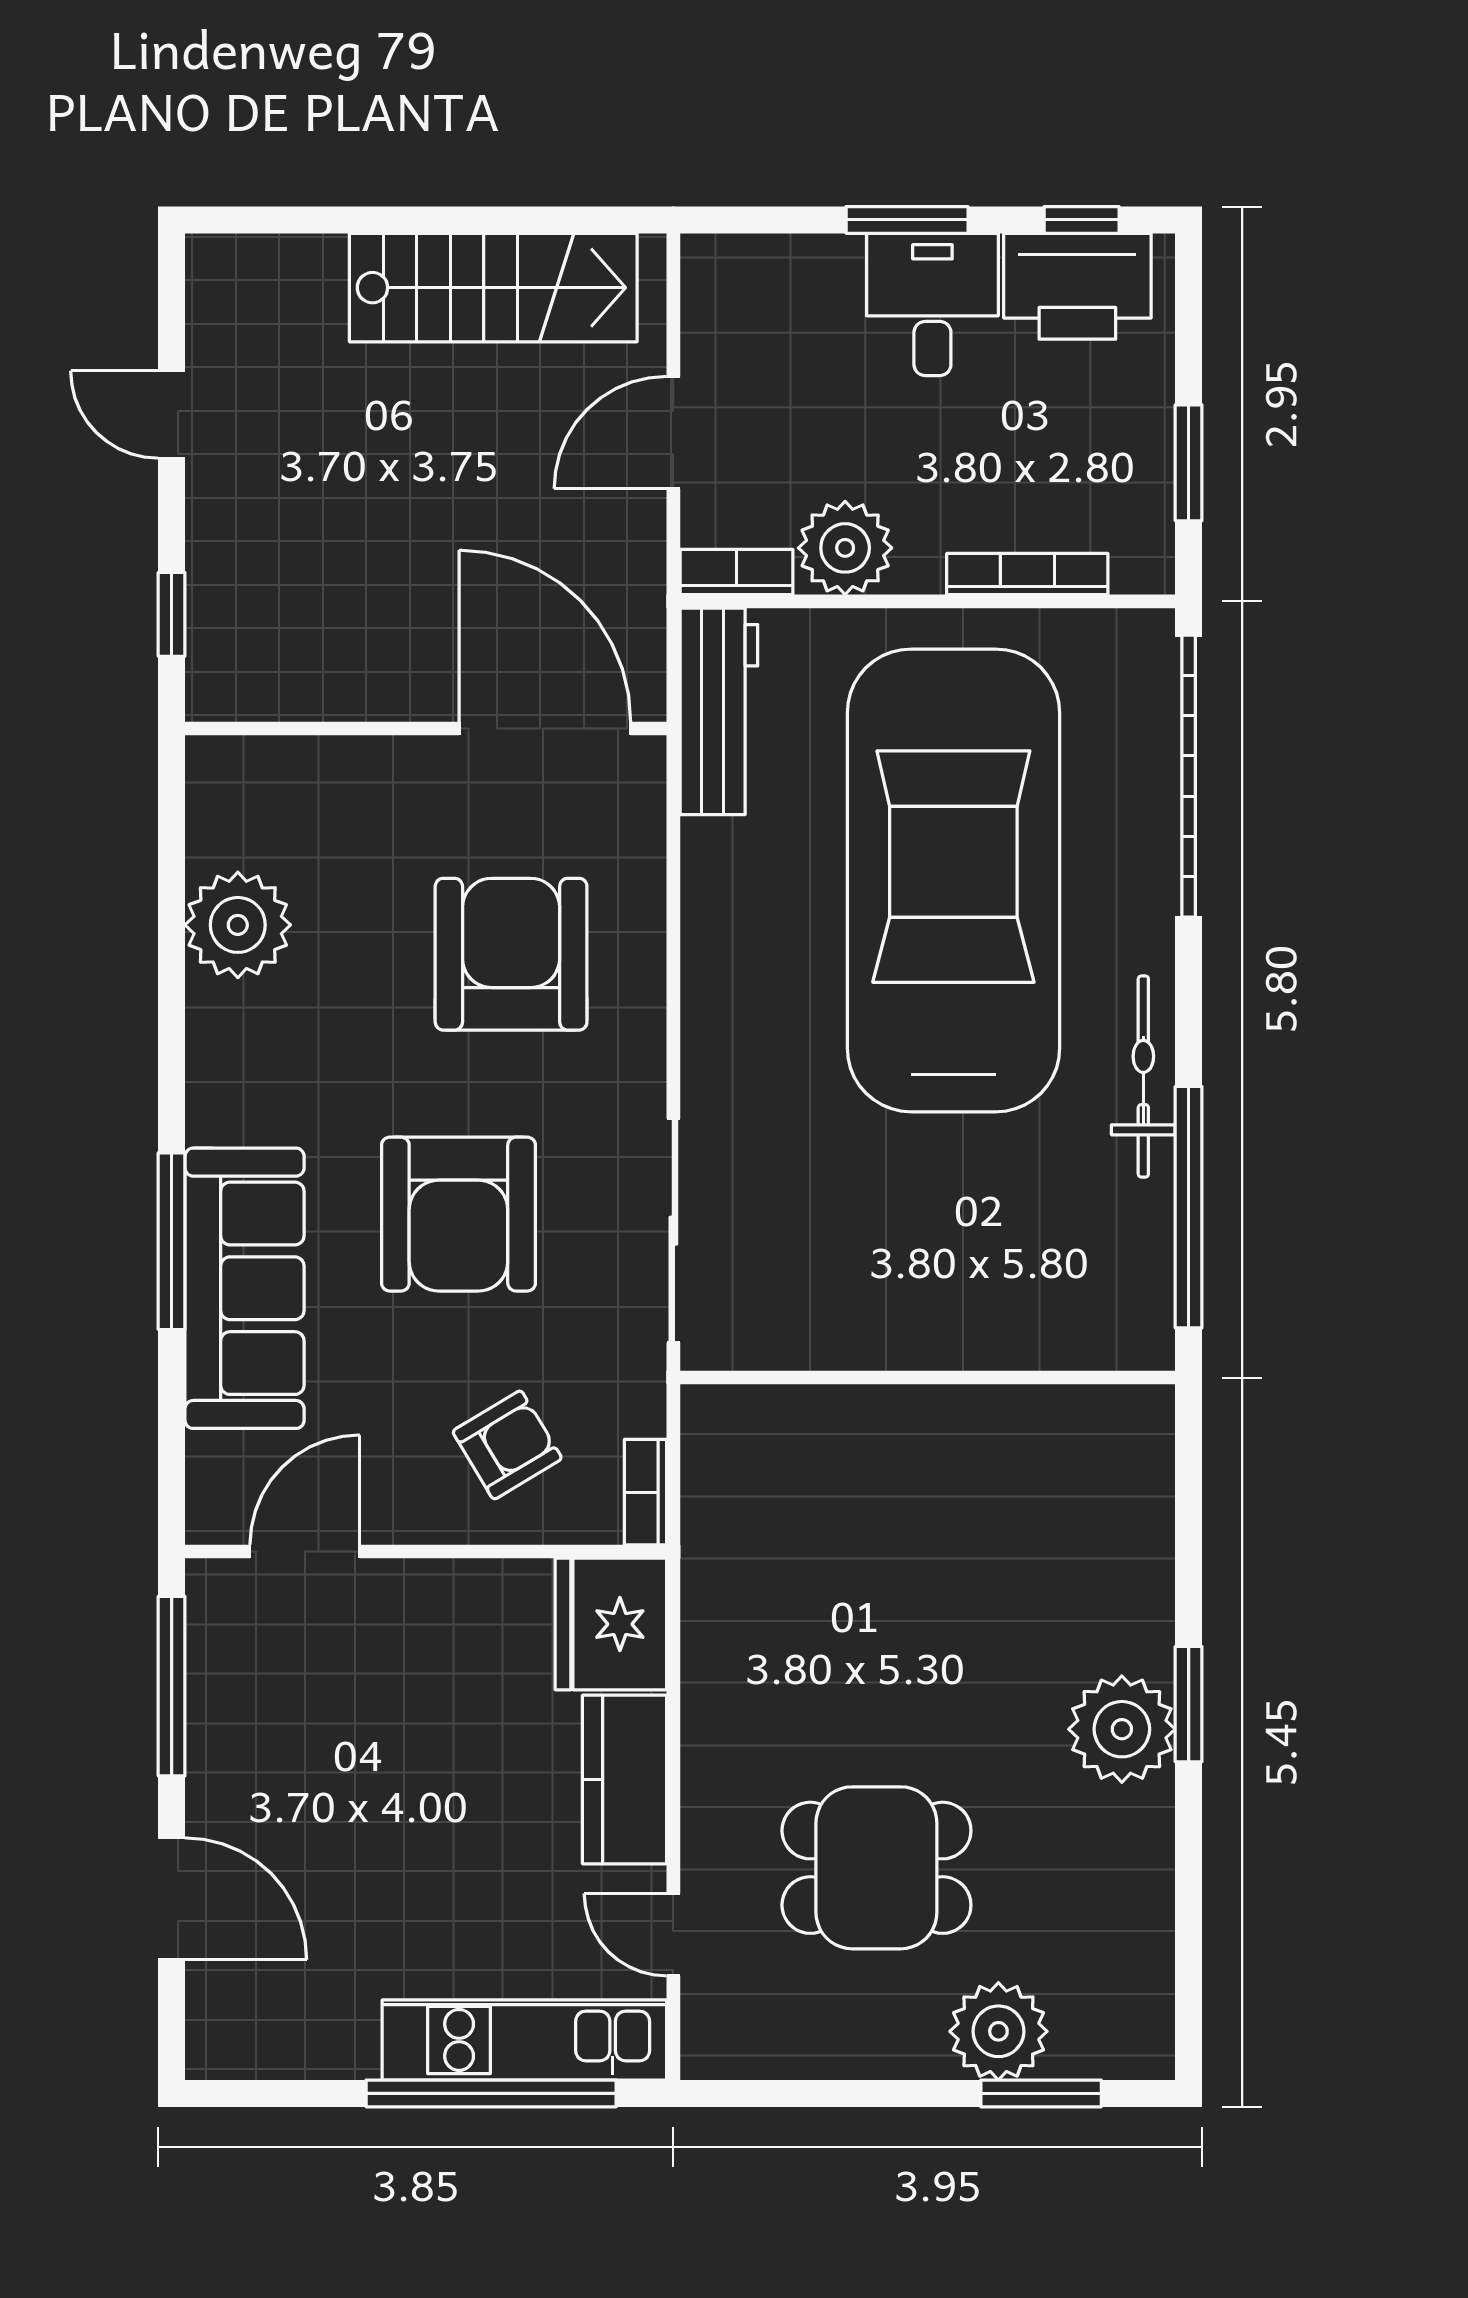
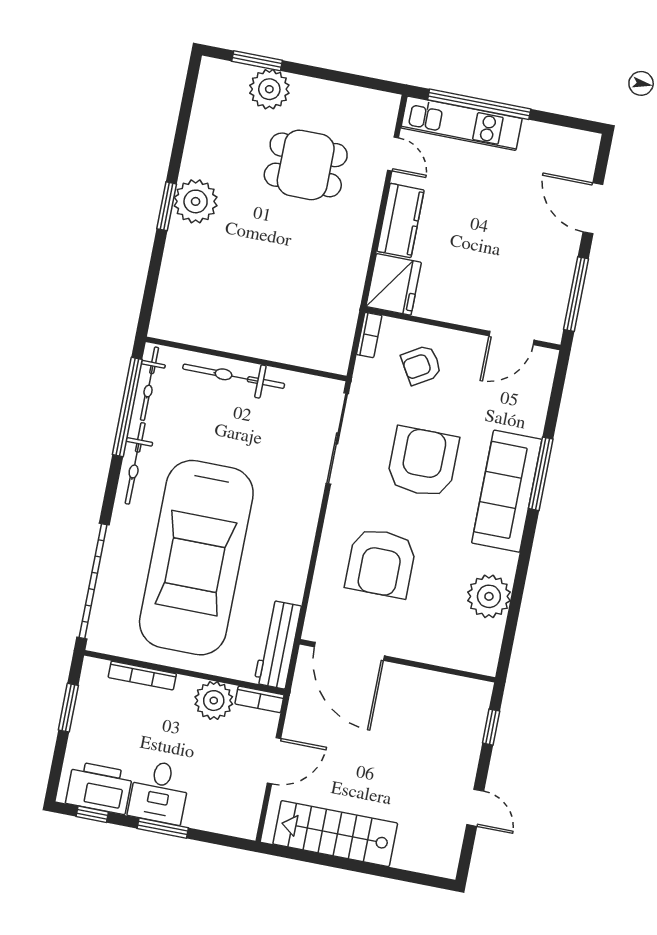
bicycle: (1146, 1273) -> (149, 384), added
sofa: (245, 1288) -> (507, 491), moved
bicycle: (949, 1330) -> (234, 376), added

